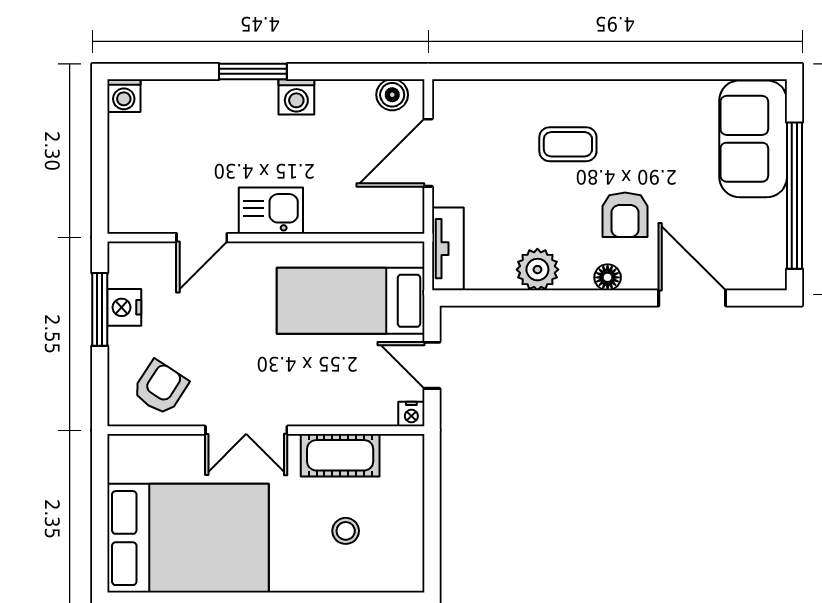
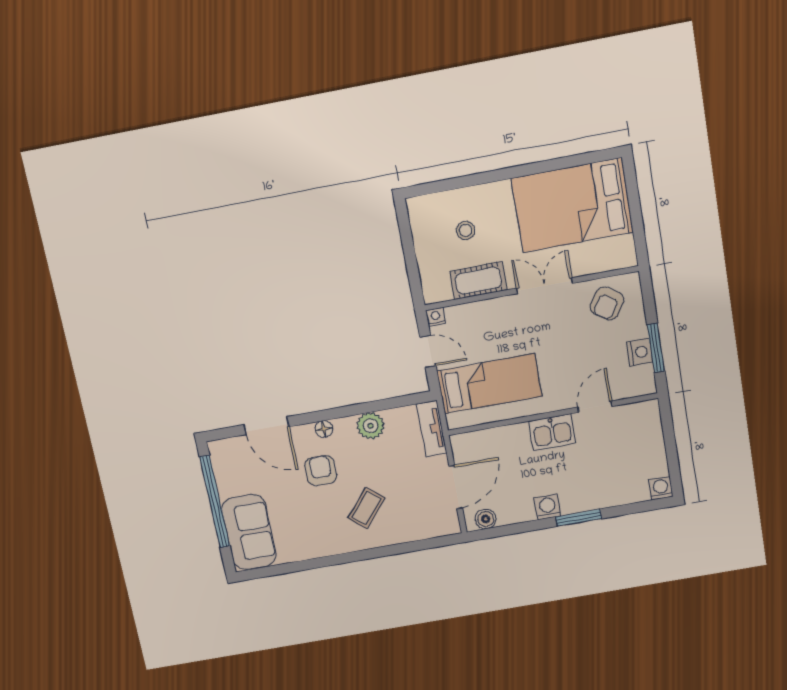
coffee table: (568, 144) -> (367, 508), turned -50

